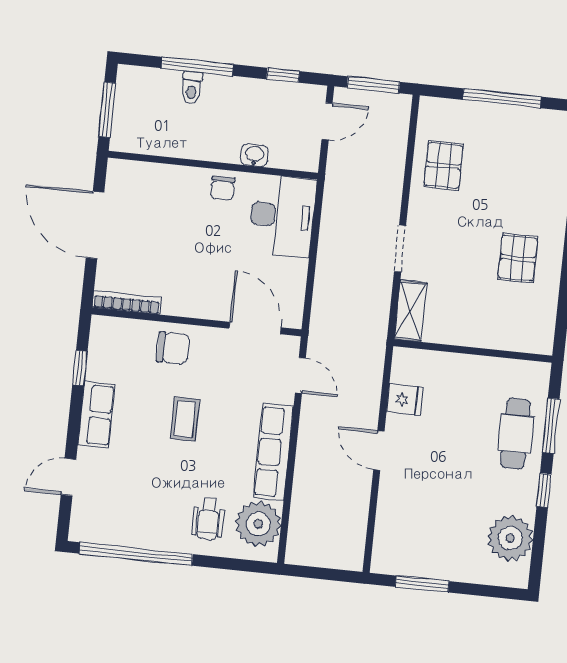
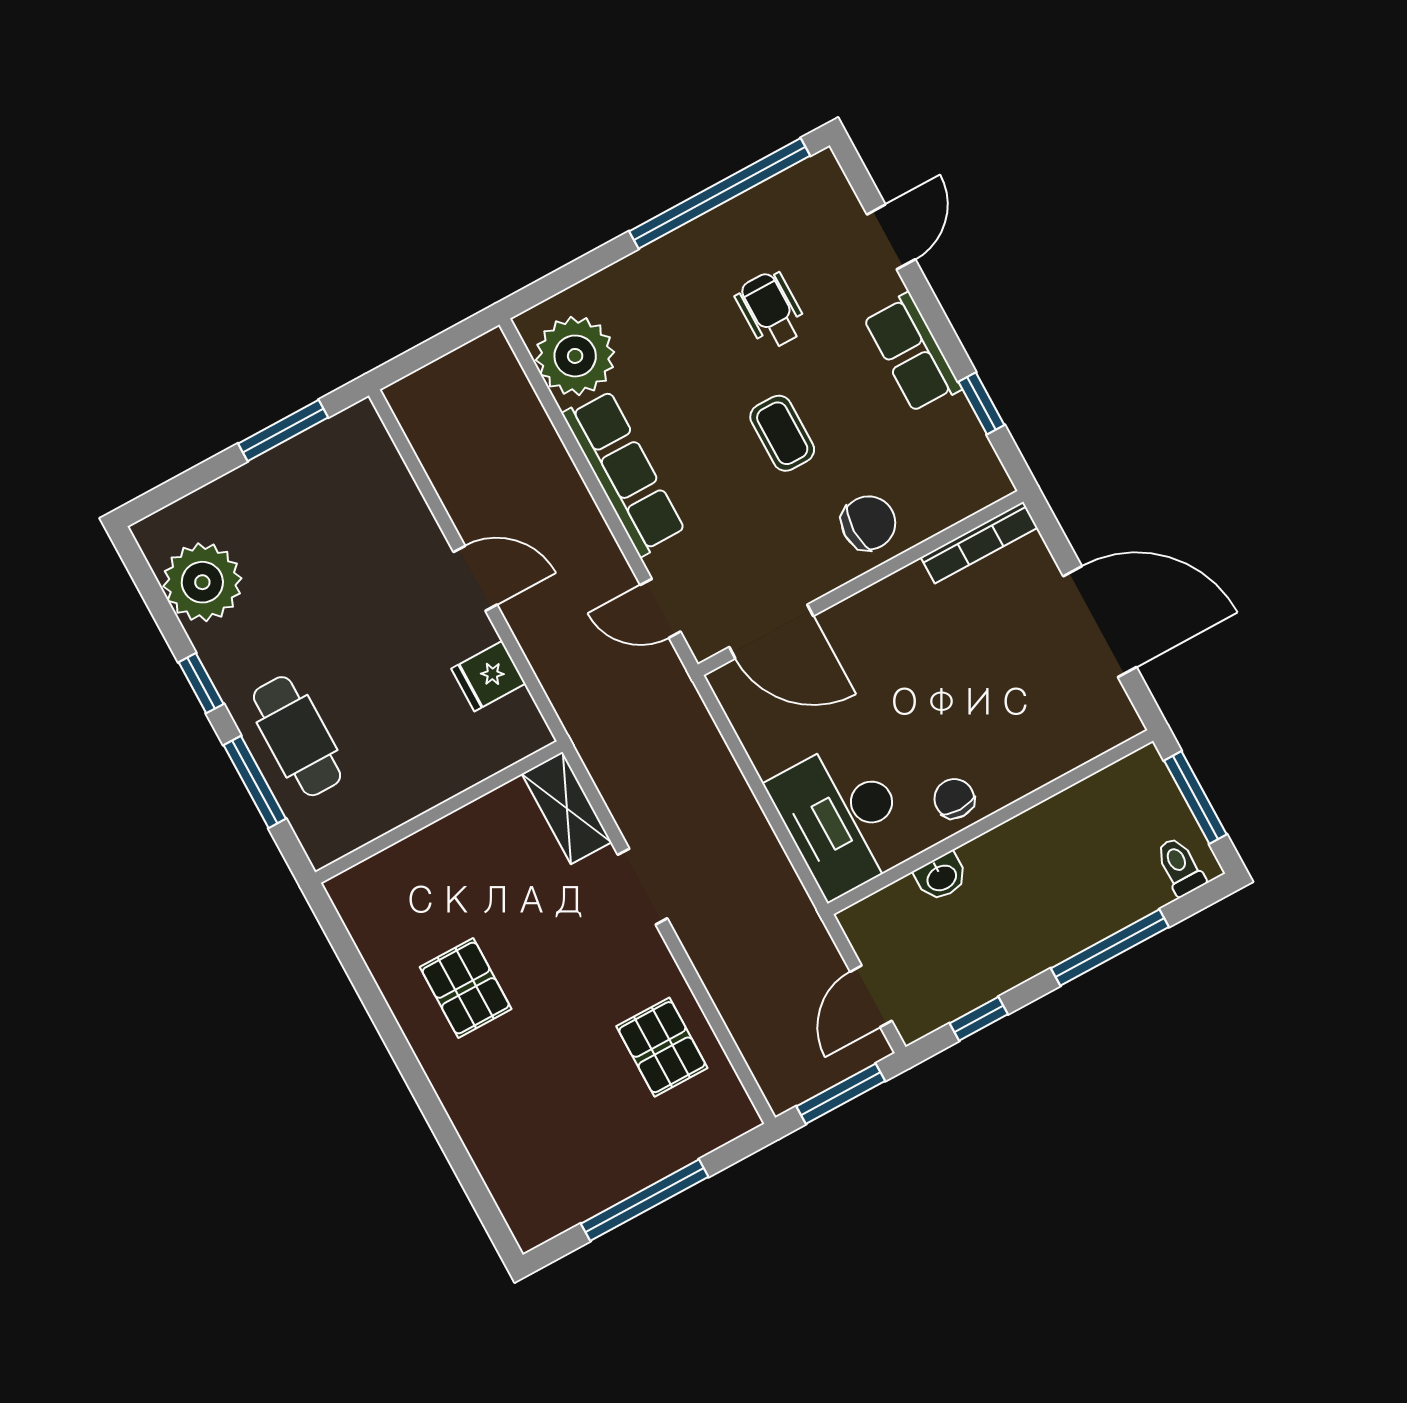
toilet: (192, 88) -> (1180, 866), moved
chair: (173, 348) -> (868, 523), turned 180
wheelchair: (208, 519) -> (771, 310), moved

